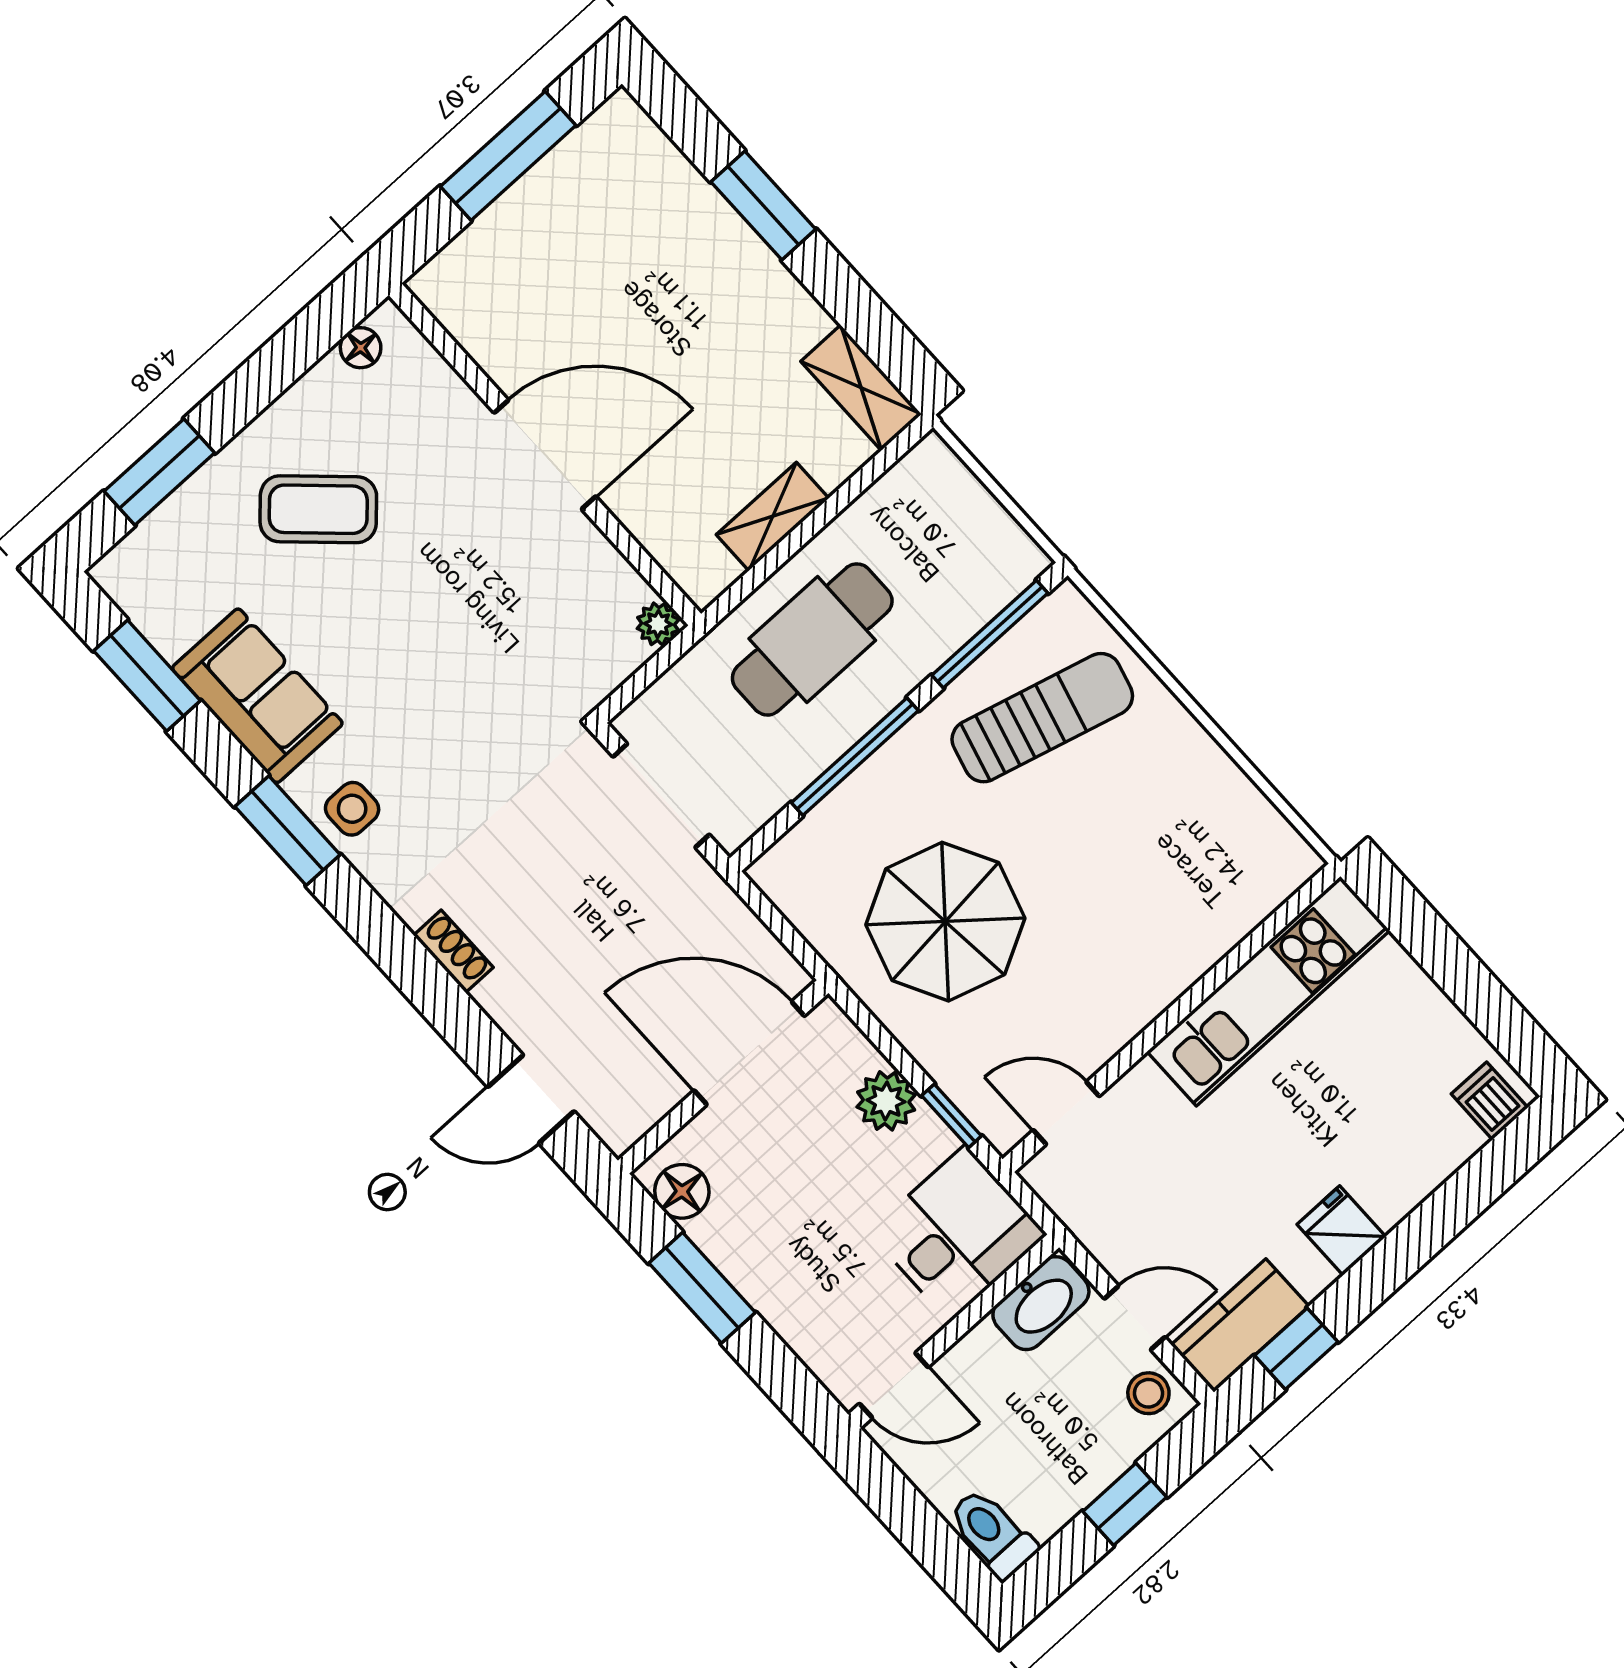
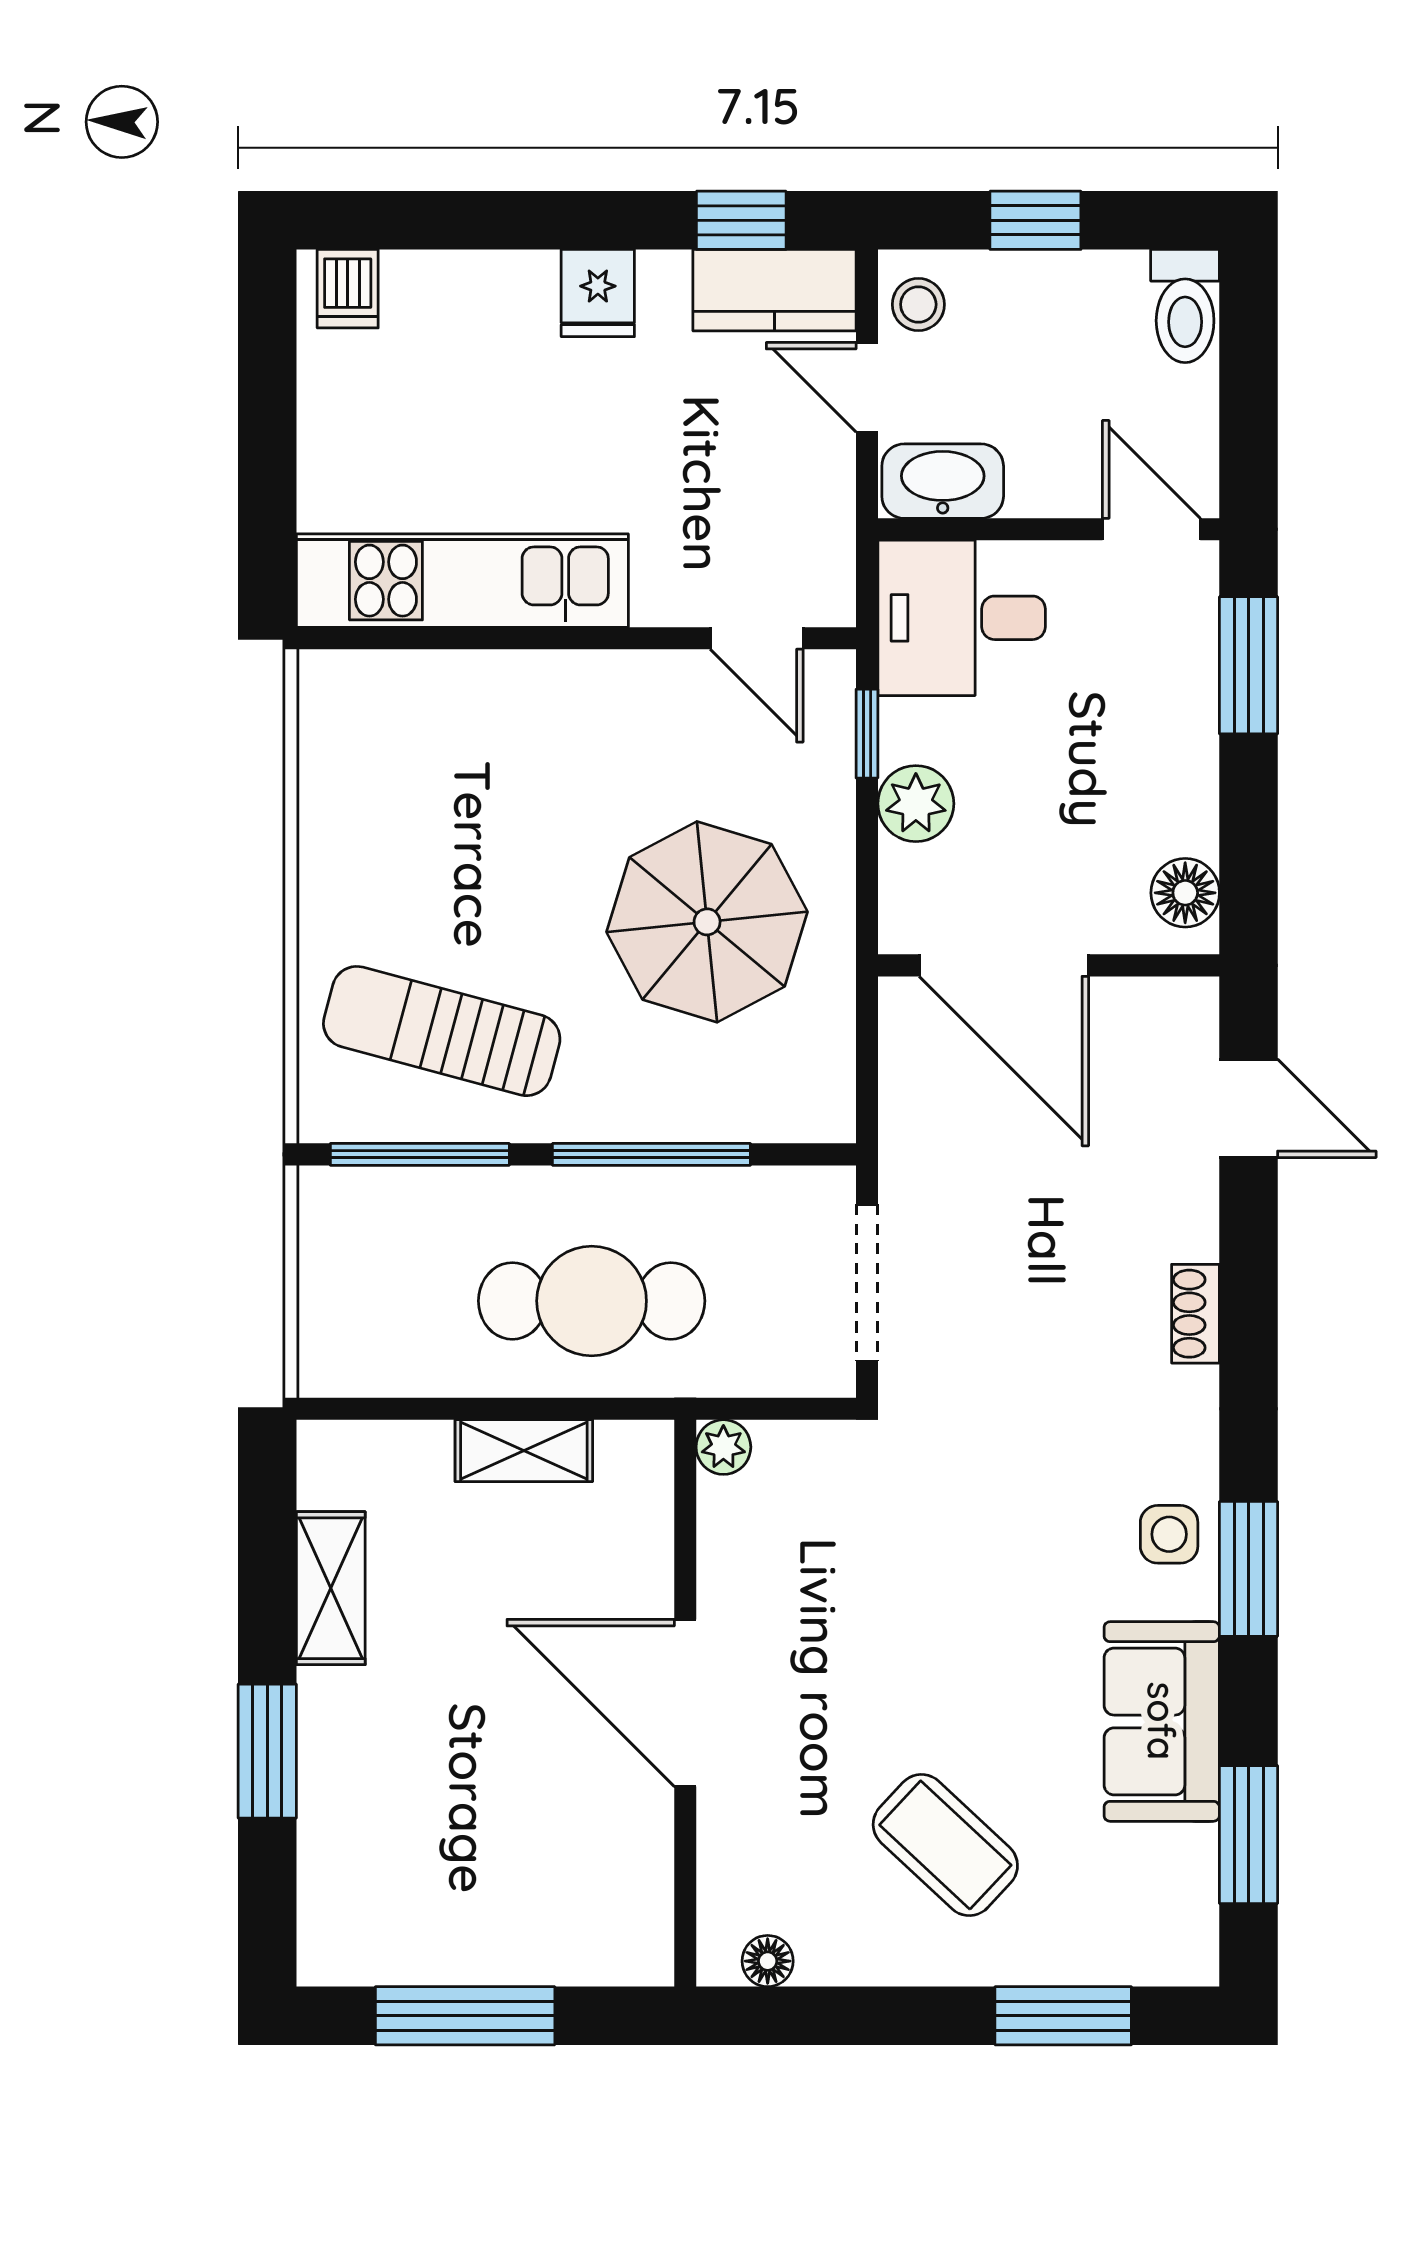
shelving: (861, 388) -> (331, 1588), moved
window: (702, 1288) -> (1249, 665), moved

